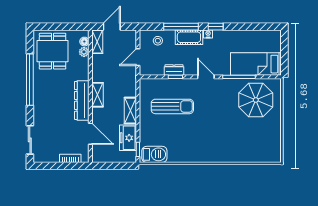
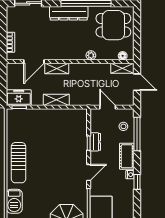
window: (181, 27) -> (137, 134), moved
plant: (84, 52) -> (91, 55), moved
shelving: (98, 95) -> (57, 68), moved
dresser: (82, 100) -> (69, 13), moved, turned 180
sun lounger: (172, 106) -> (18, 163), moved
freezer: (128, 138) -> (19, 98), moved
barbecue: (154, 154) -> (14, 201), moved

